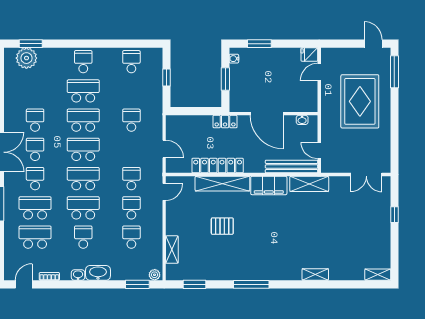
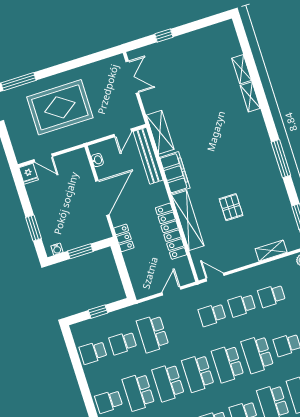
school desk: (131, 91) -> (123, 343), added
school desk: (131, 120) -> (153, 334), width x1.85
shelving: (378, 275) -> (242, 69), moved

